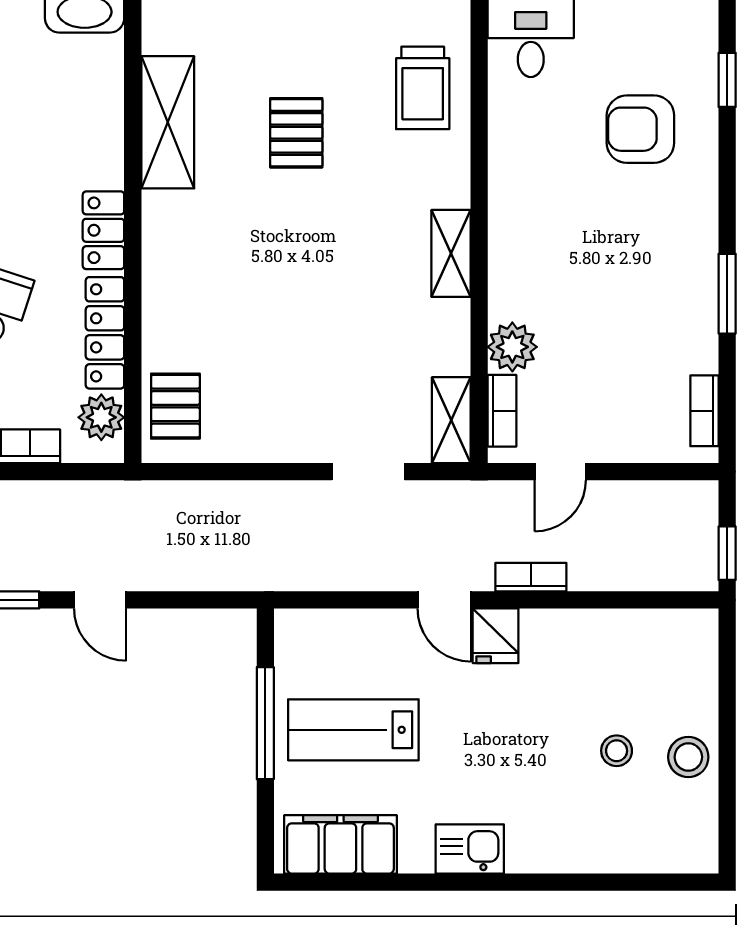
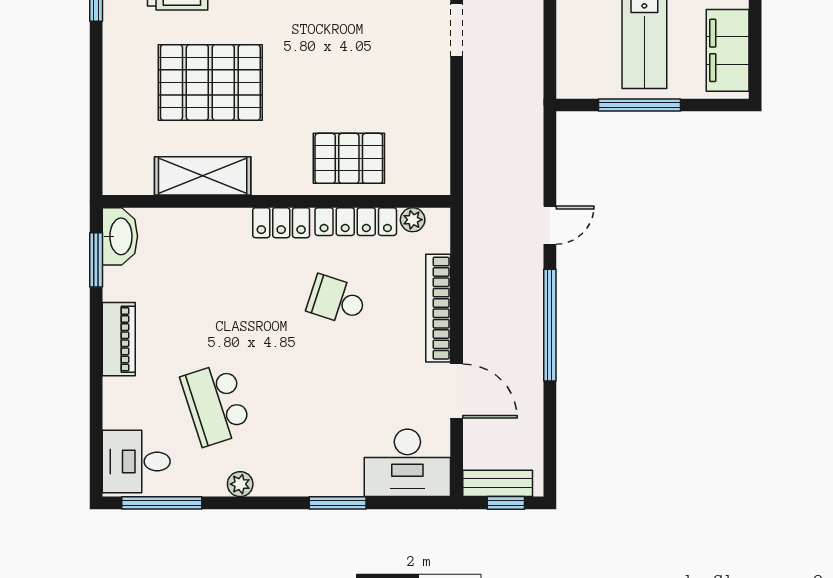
pallet: (296, 133) -> (210, 83), width x2.05, depth x2.00
pallet: (175, 406) -> (349, 158), moved, width x1.50, depth x1.42
plant: (101, 417) -> (413, 220), width x0.73, depth x0.73

